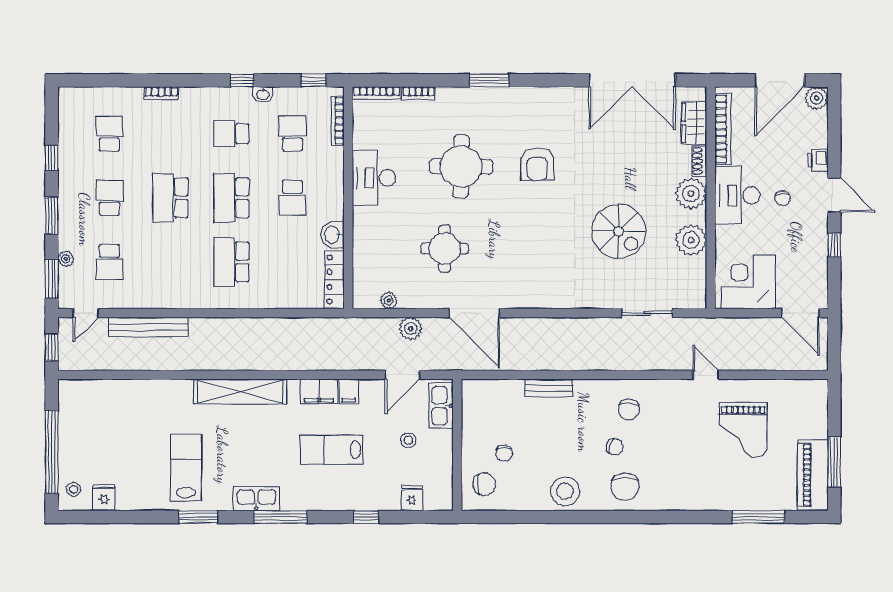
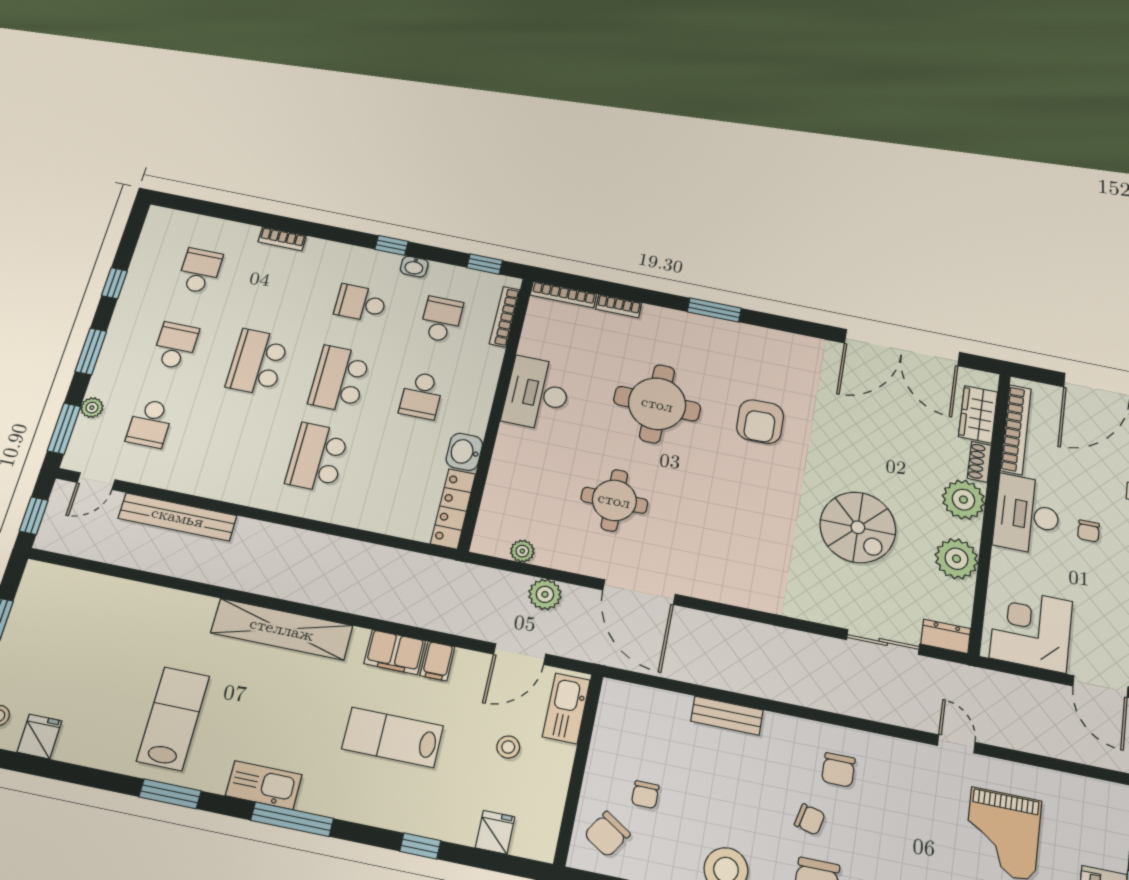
dresser: (690, 300) -> (946, 636), added
chair: (484, 484) -> (607, 834), turned 123

